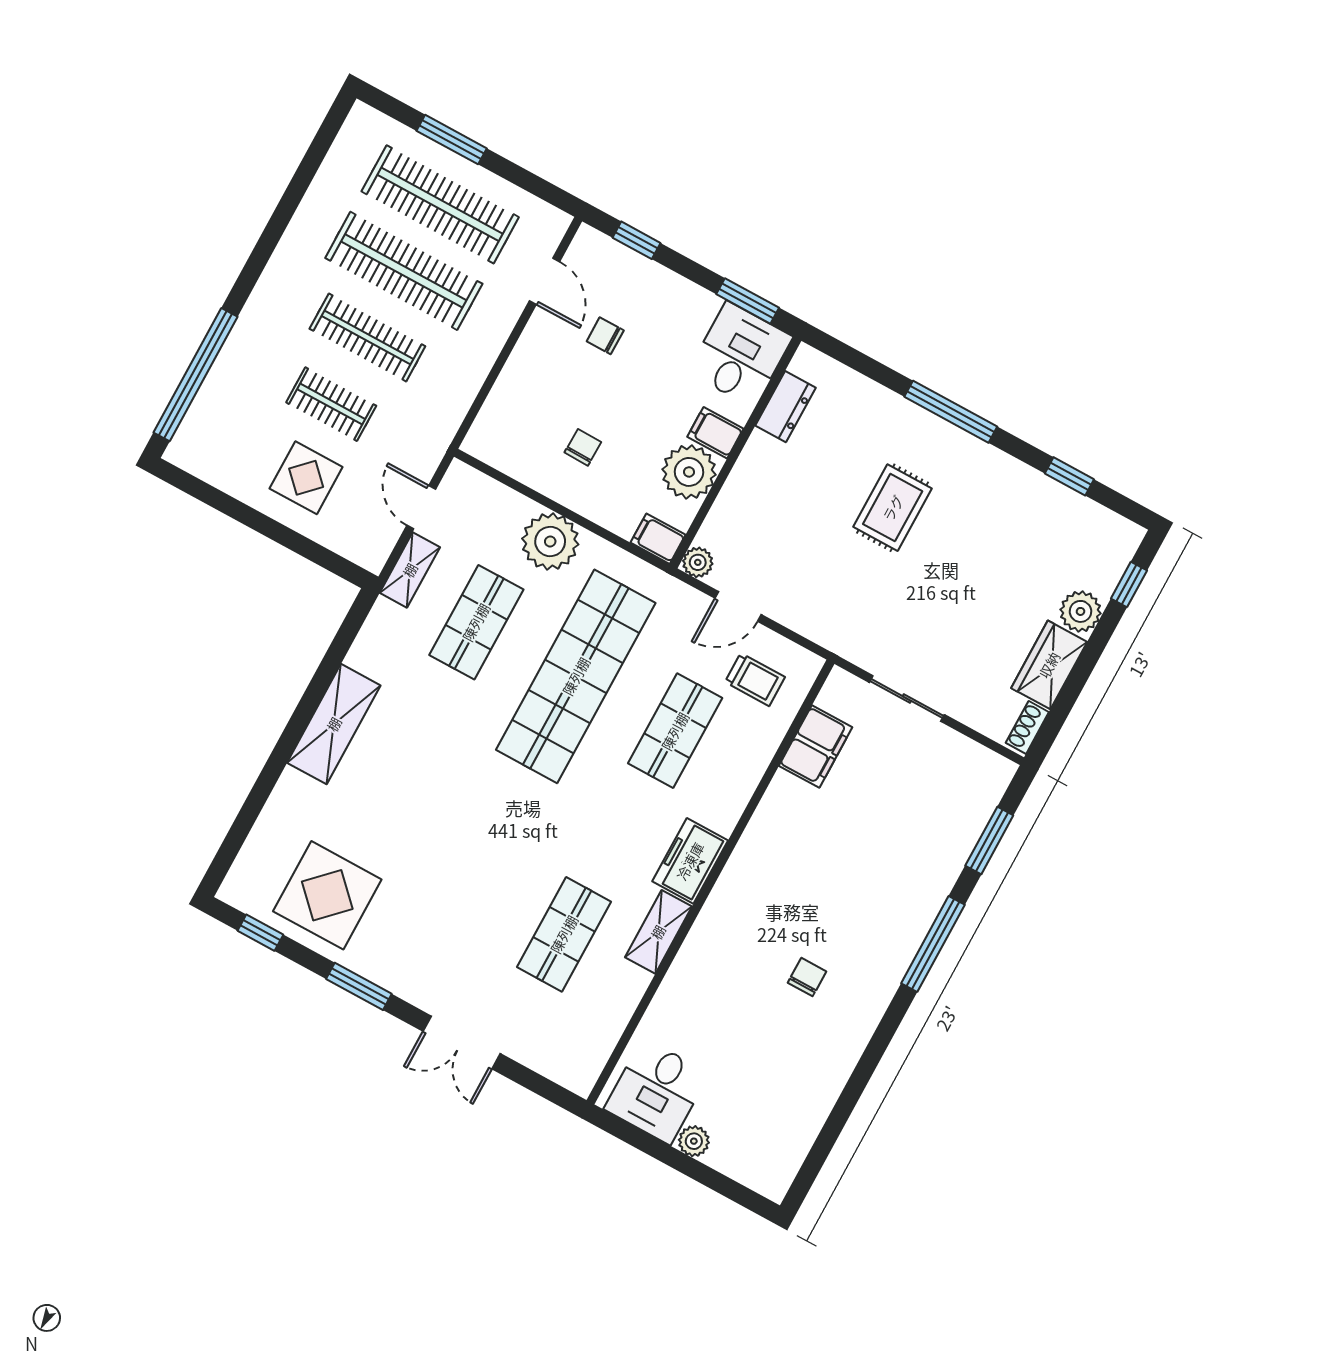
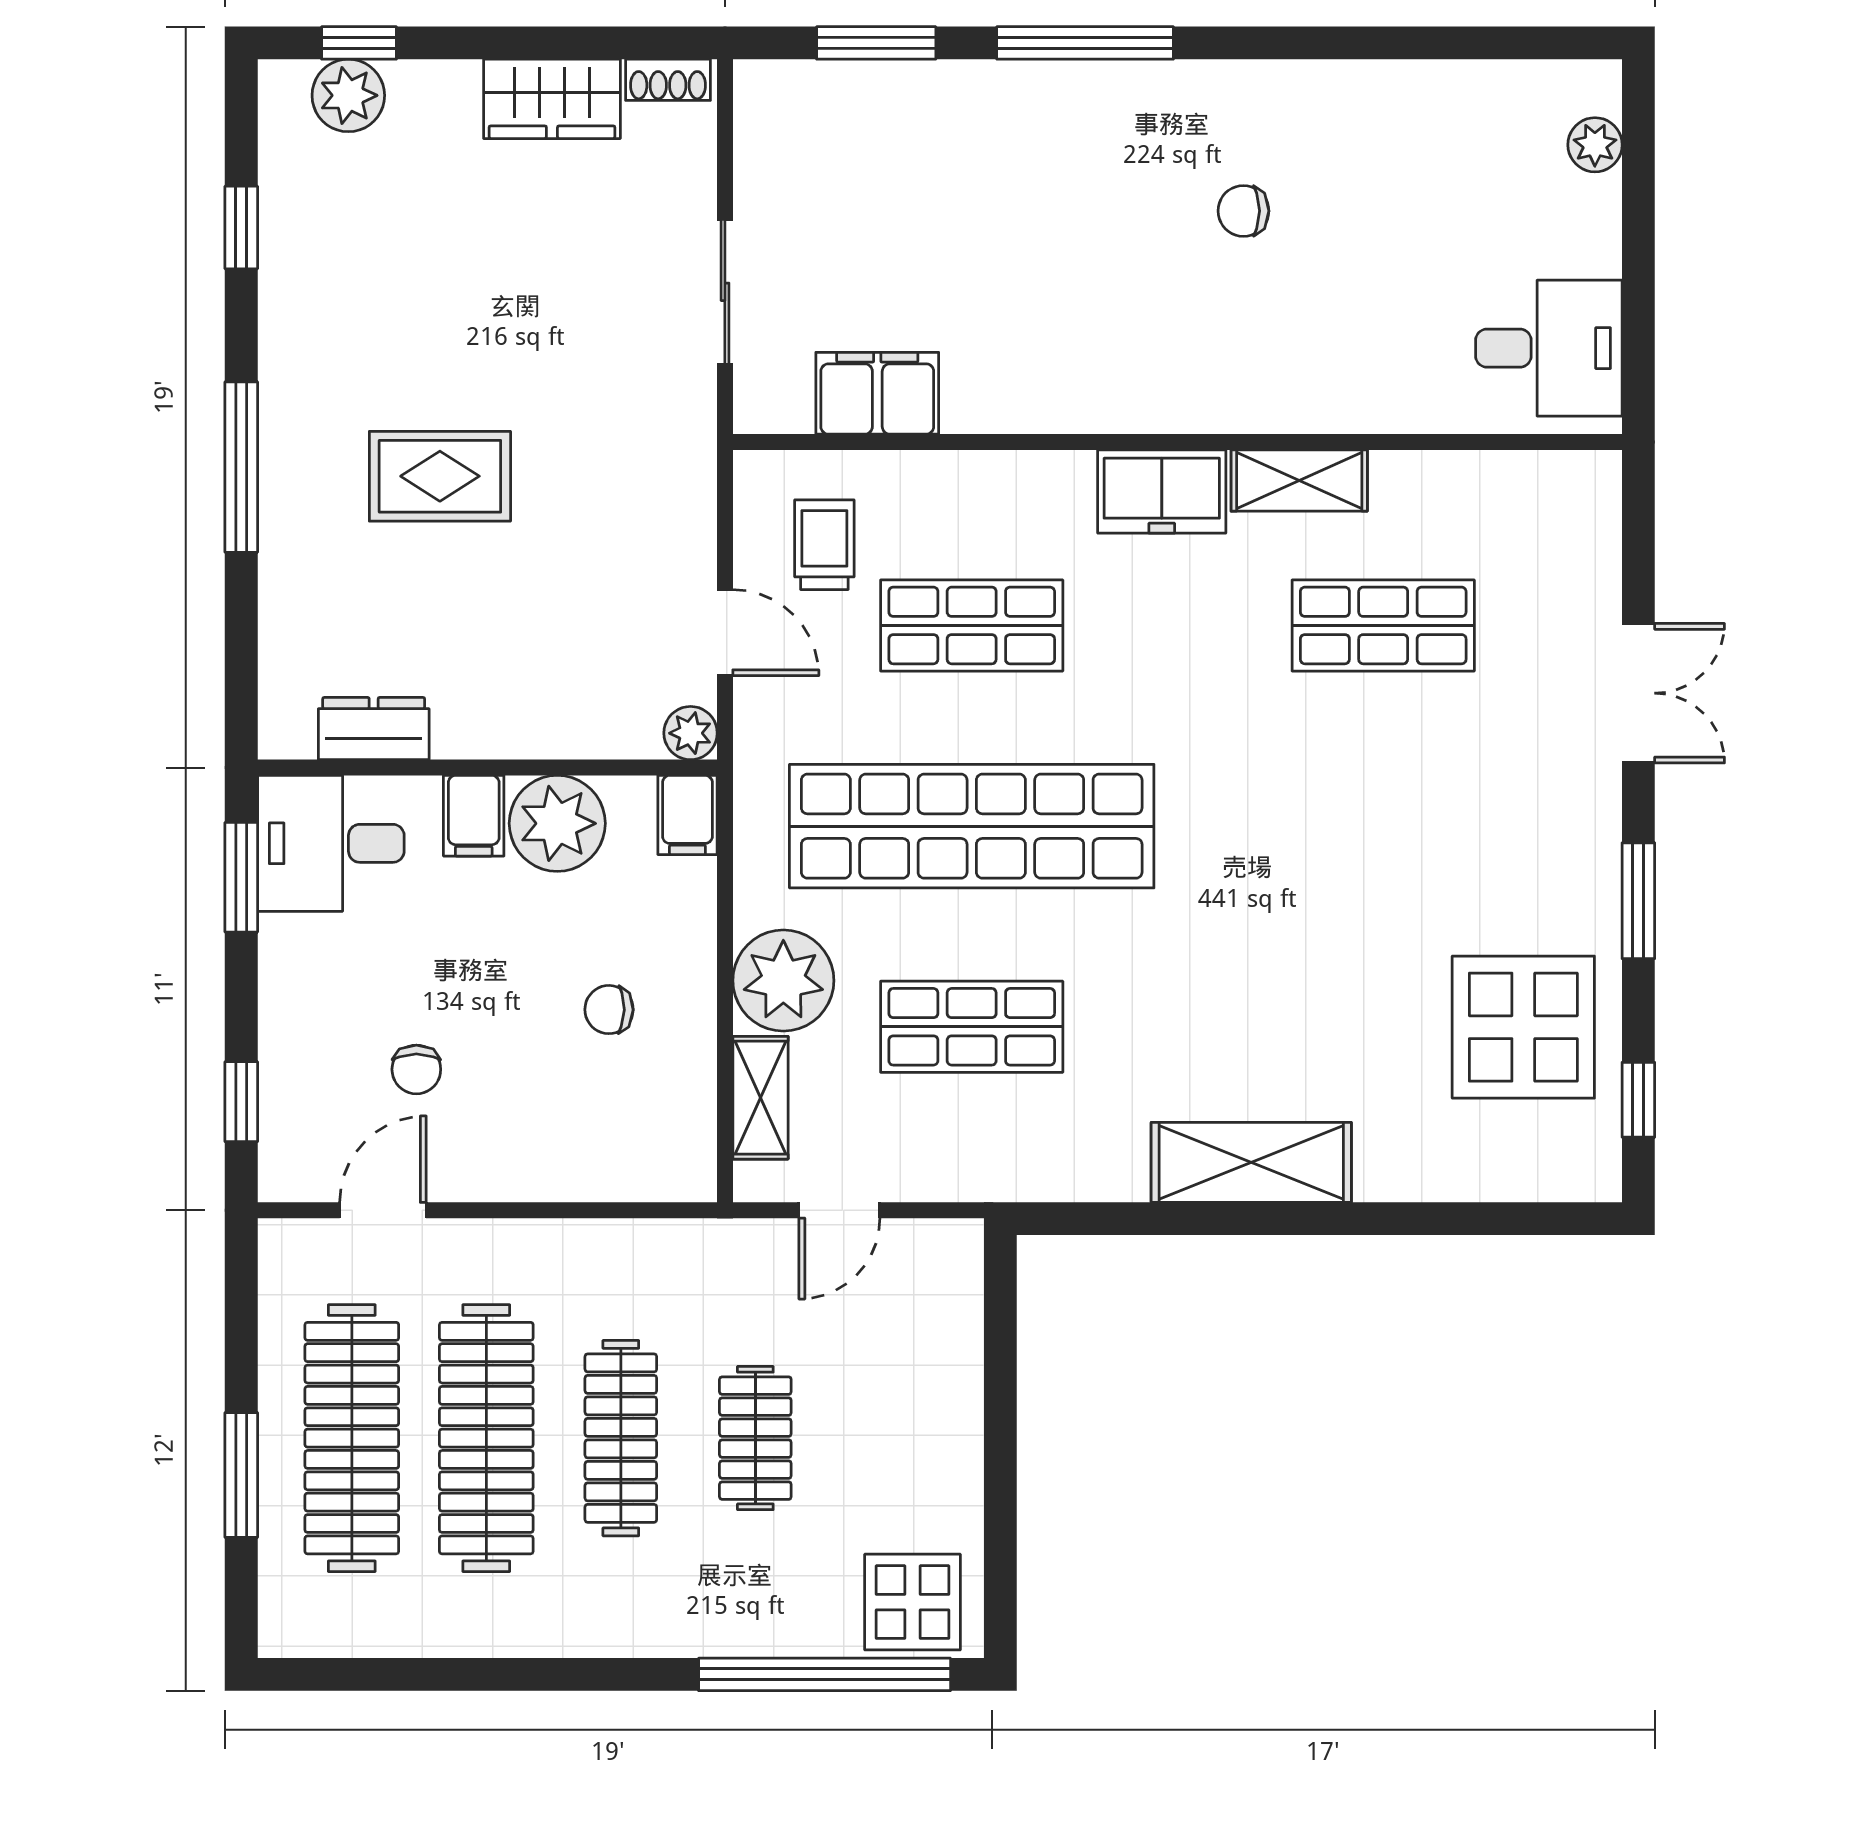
display table: (306, 478) -> (913, 1602), moved
shelving: (410, 570) -> (760, 1098), moved, turned 90
plant: (1081, 611) -> (348, 95), moved
plant: (694, 1141) -> (1595, 145), moved

